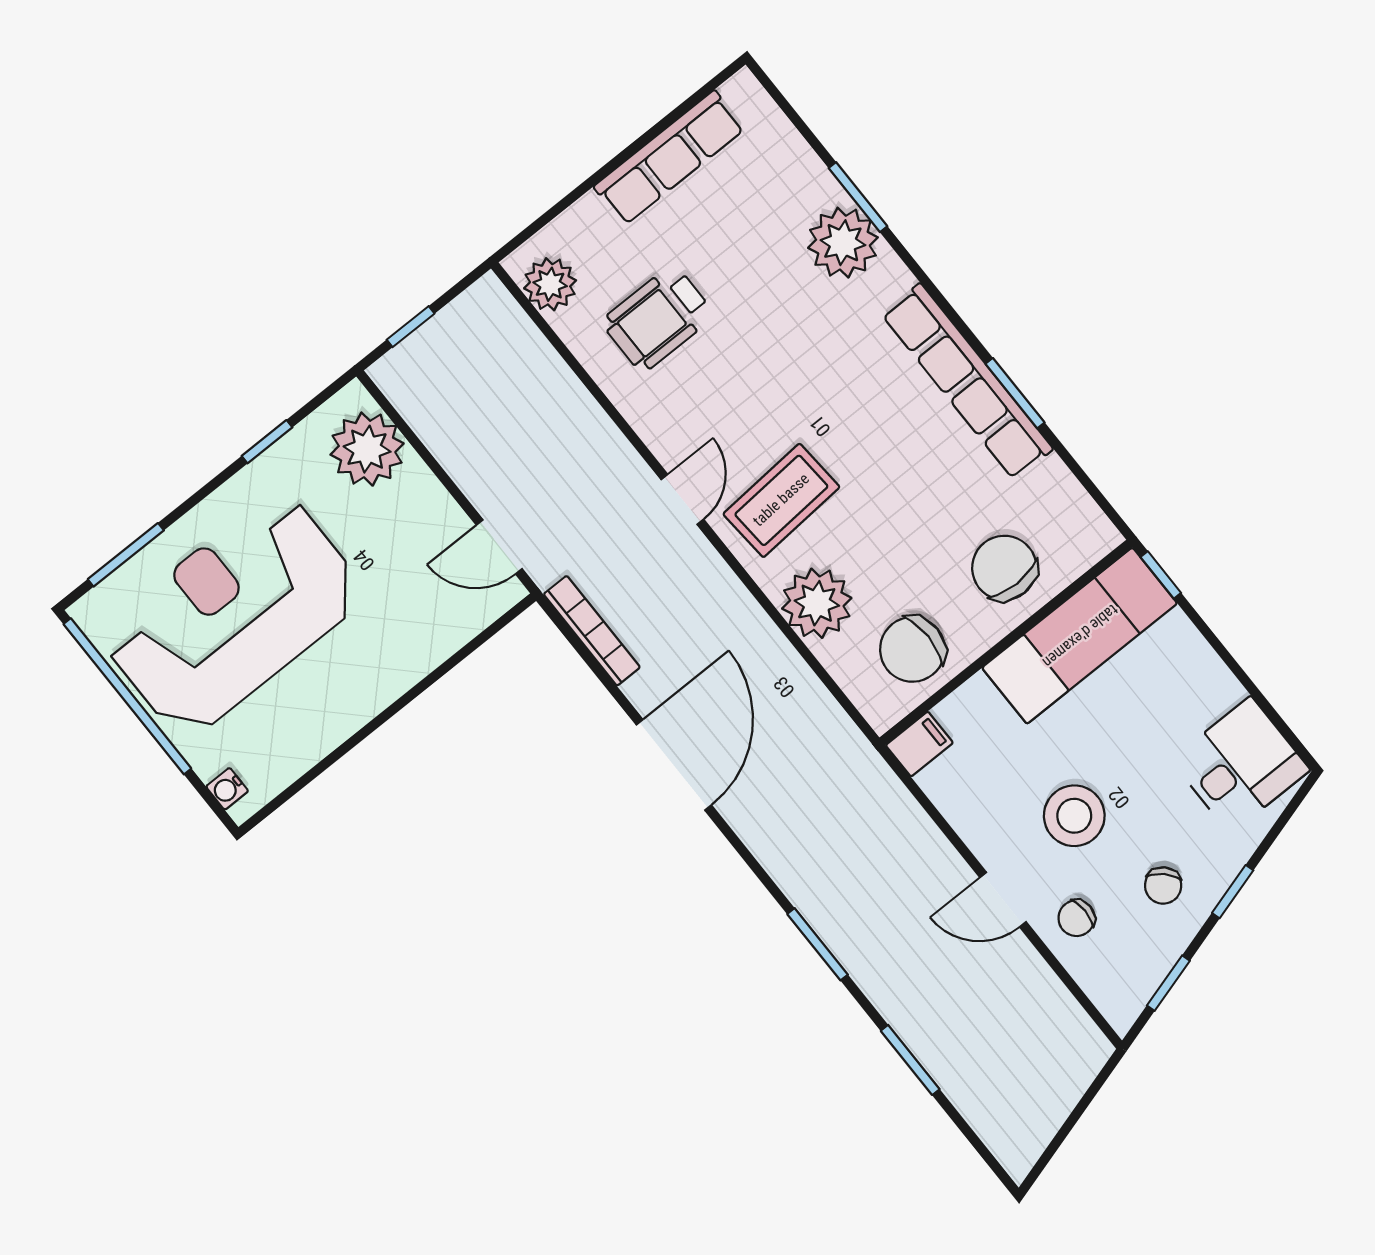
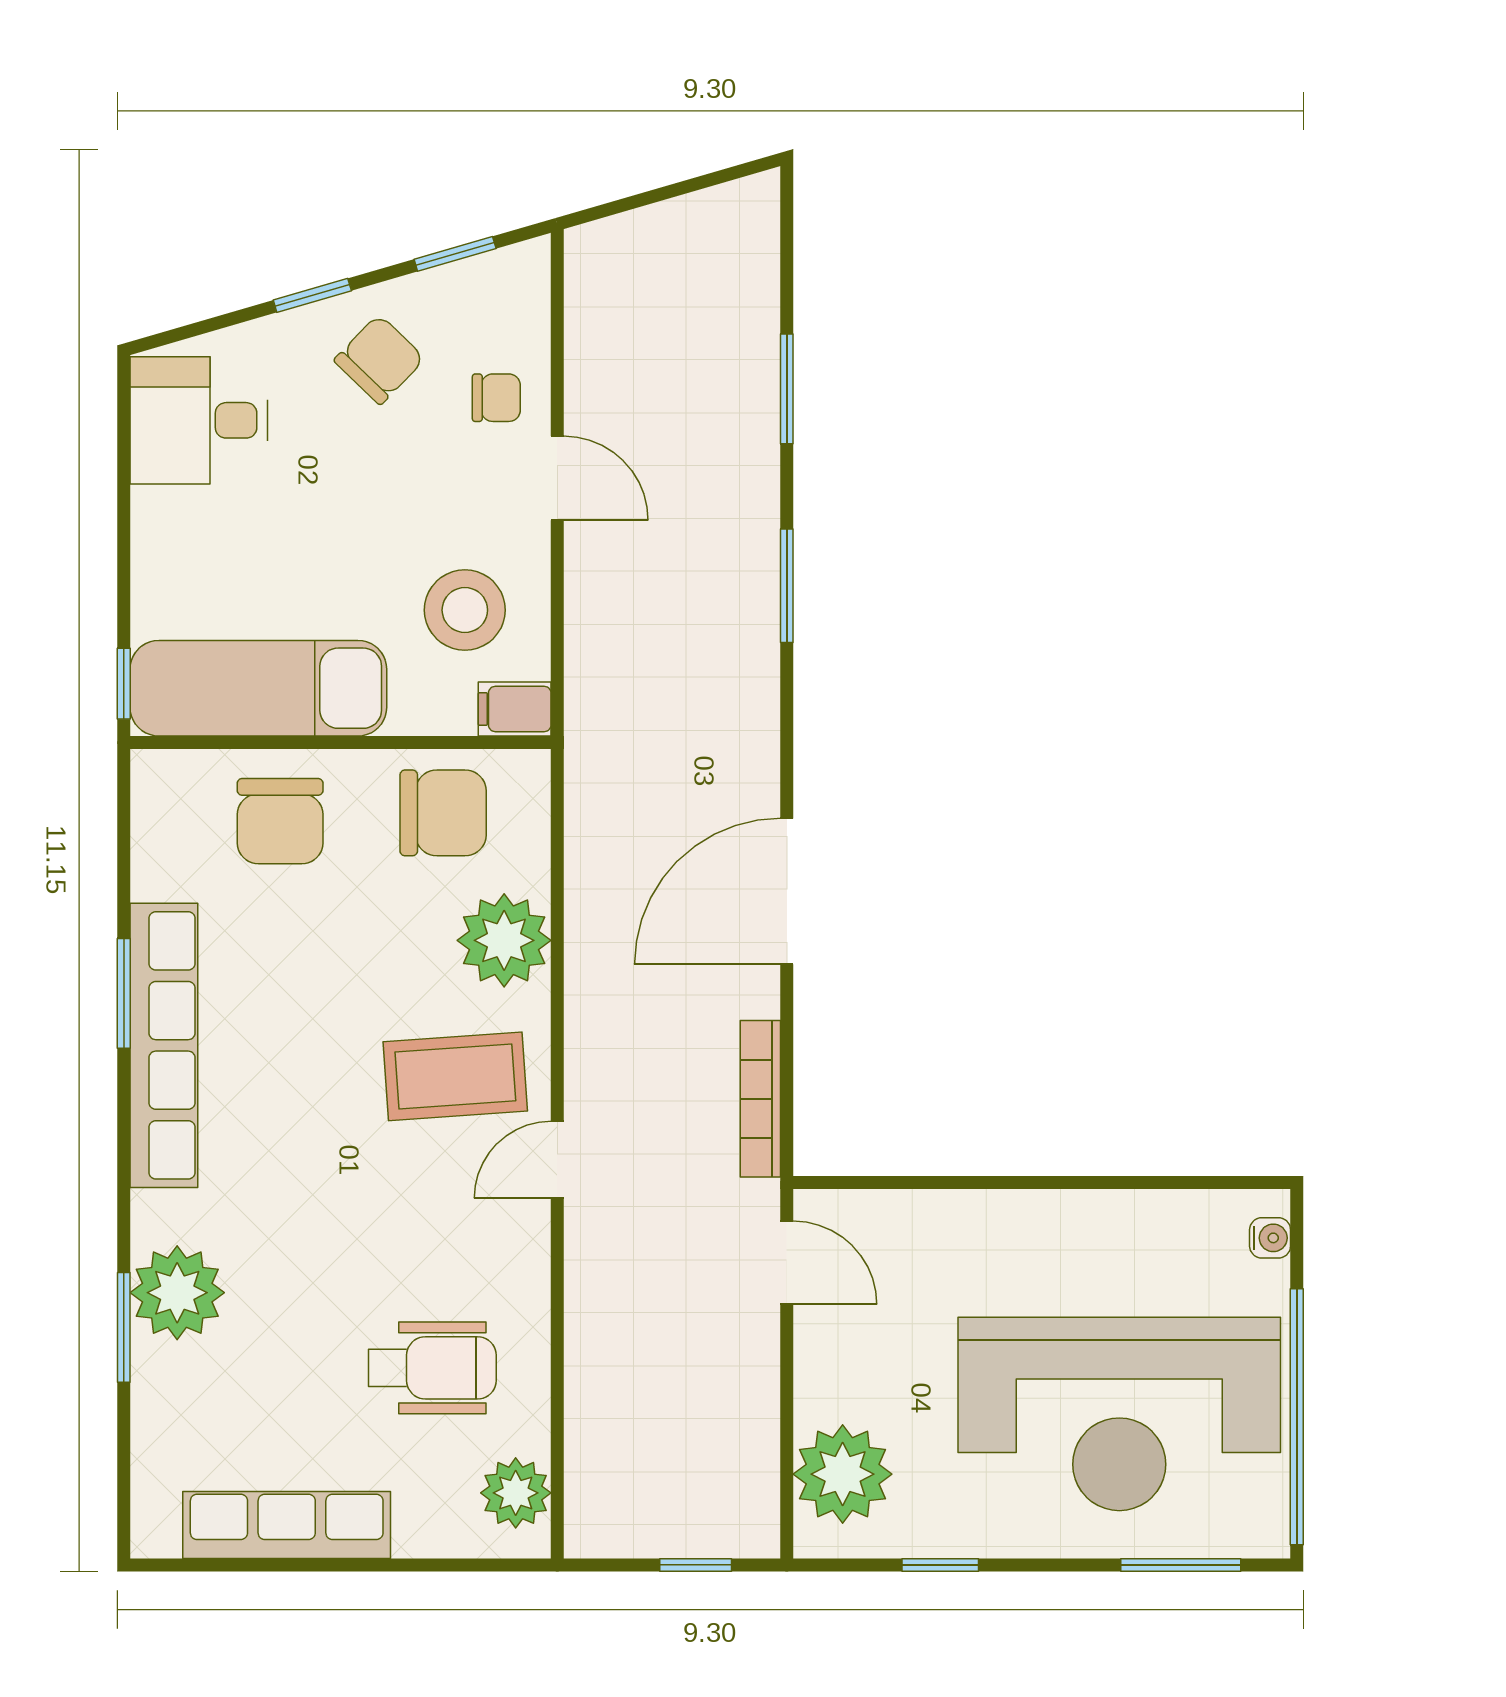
stool: (1074, 816) -> (465, 610), moved
chair: (1163, 886) -> (379, 360), width x1.37, depth x1.37

